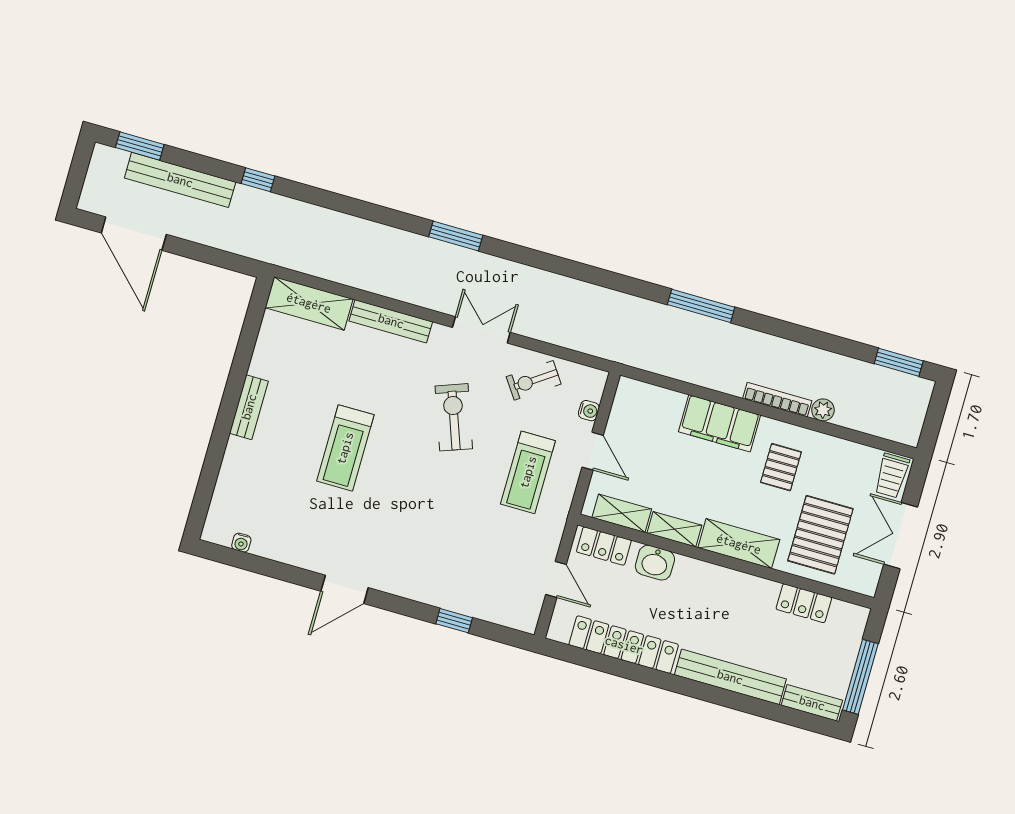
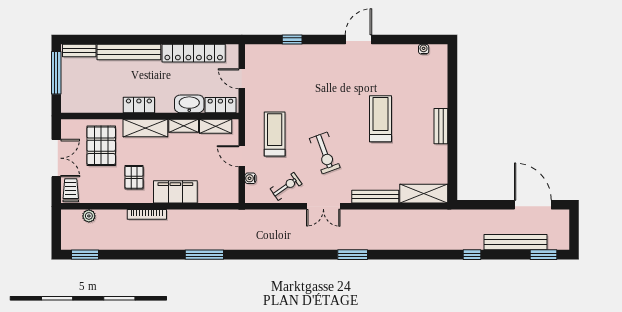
plant: (823, 410) -> (89, 216), moved
washbasin: (655, 563) -> (189, 104), width x1.38
locker: (804, 603) -> (139, 105), moved

